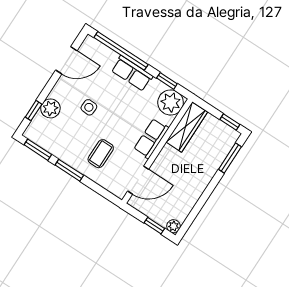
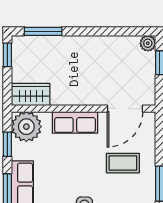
wardrobe: (187, 127) -> (31, 94), width x0.67
door: (138, 180) -> (125, 109), swing flipped

